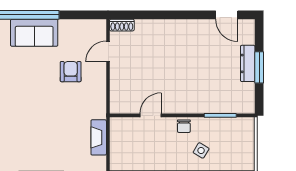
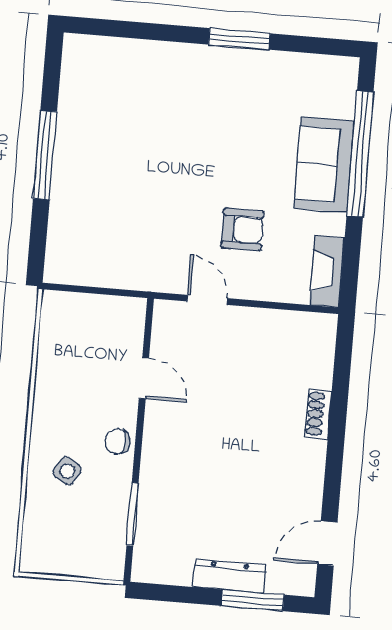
shoe rack: (122, 25) -> (318, 414), moved
door: (108, 51) -> (207, 300), moved
window: (259, 67) -> (253, 600), moved
fireplace: (99, 137) -> (327, 272), moved, turned -90

